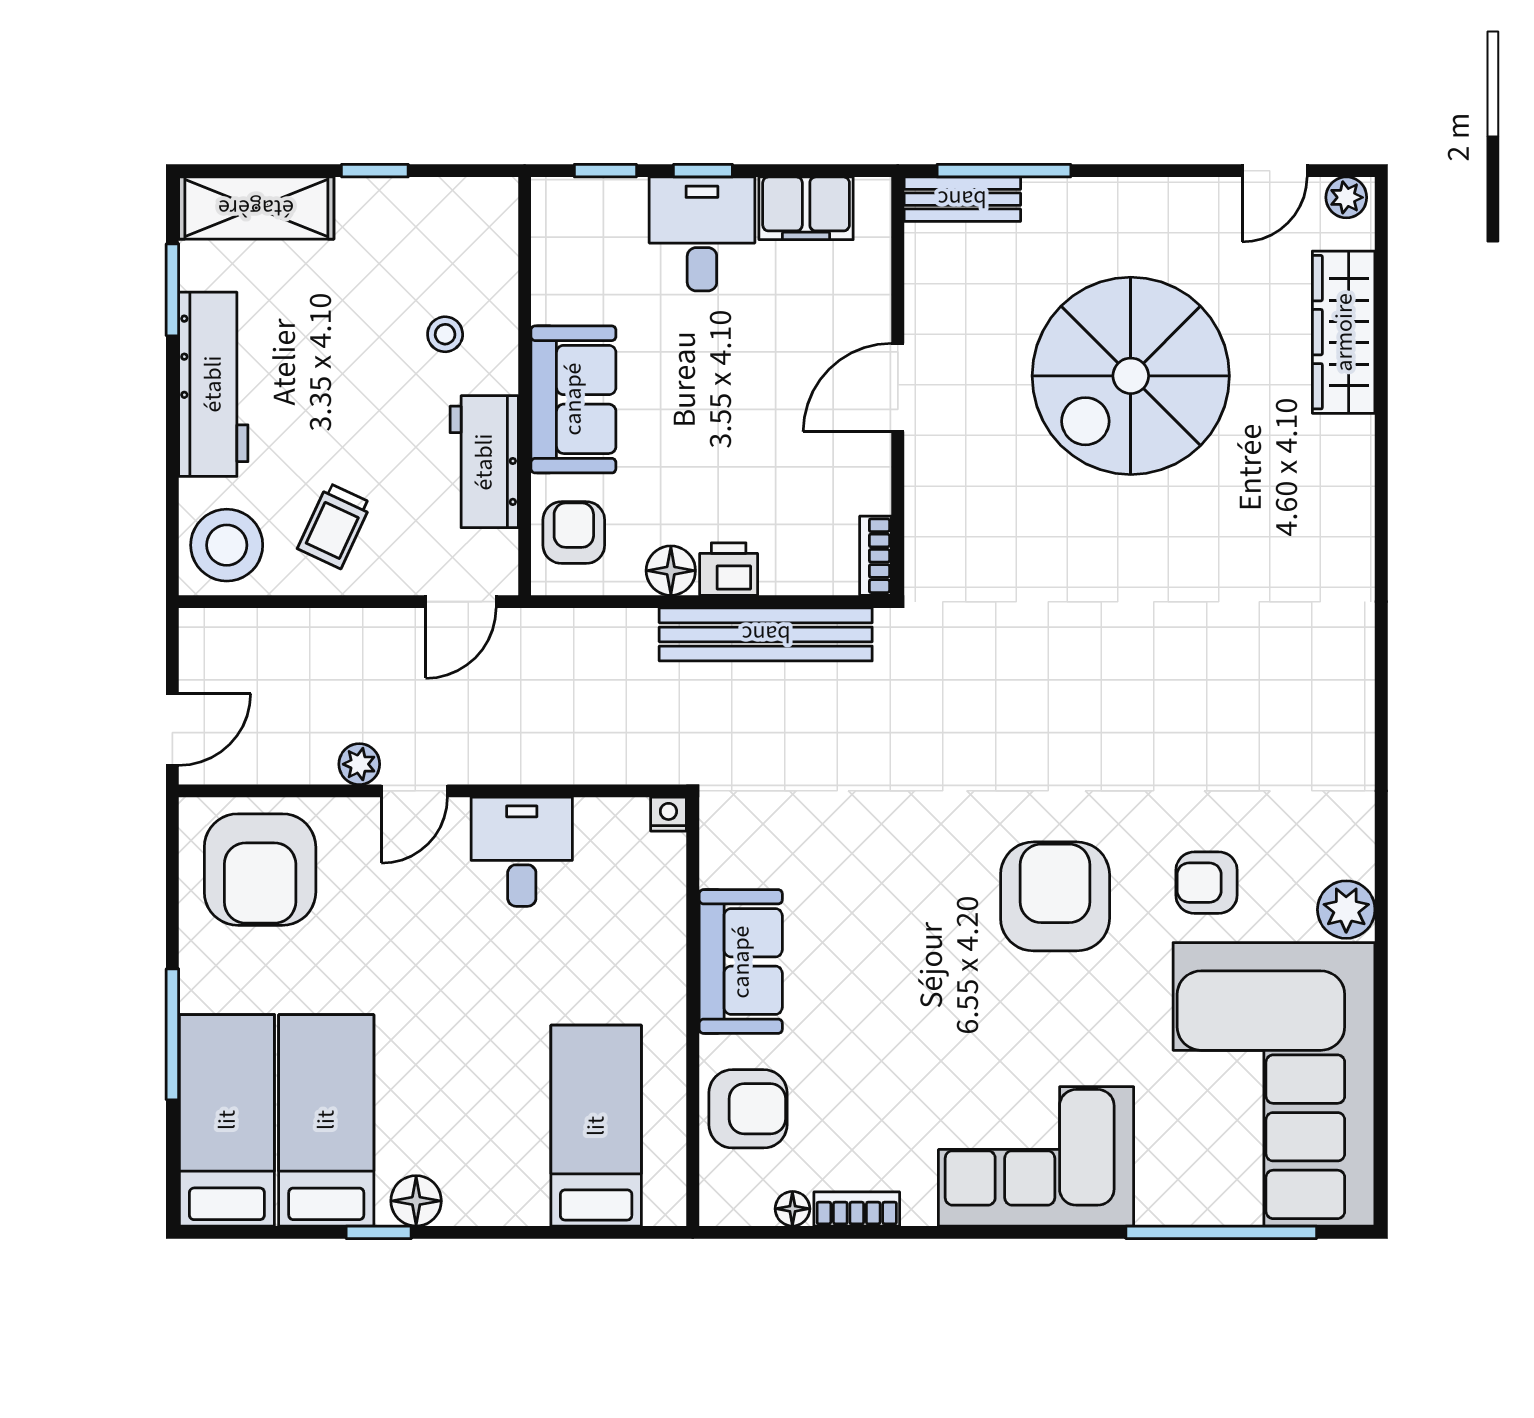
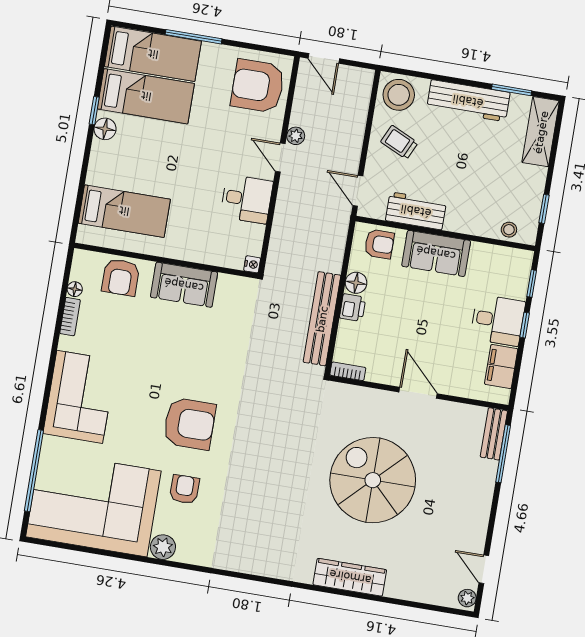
window: (375, 171) -> (544, 209), moved
wardrobe: (1344, 332) -> (350, 577), moved
stool: (445, 334) -> (509, 230), moved
spiral stairs: (1131, 376) -> (373, 480), moved

